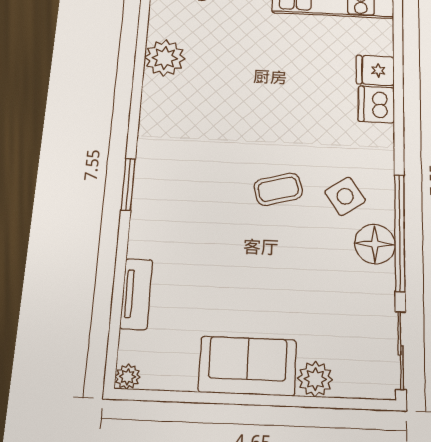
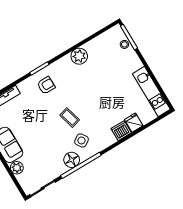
plant: (165, 58) -> (79, 56), moved
armchair: (174, 194) -> (46, 85), added

